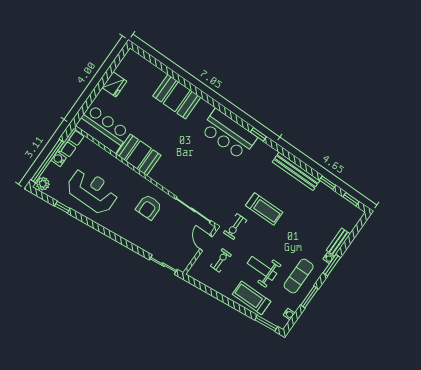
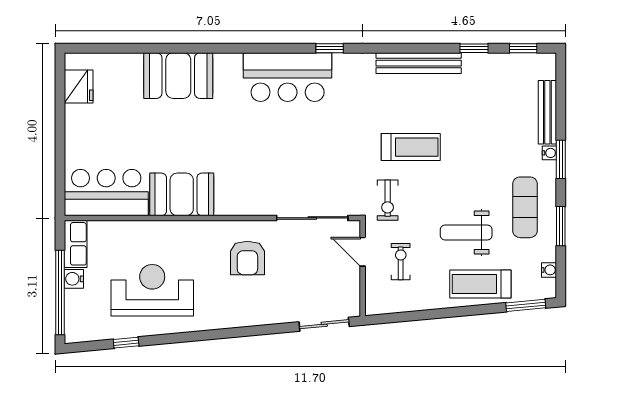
fridge: (114, 84) -> (79, 87), moved
plant: (43, 184) -> (76, 329), removed
bench: (338, 242) -> (547, 112), width x1.36

